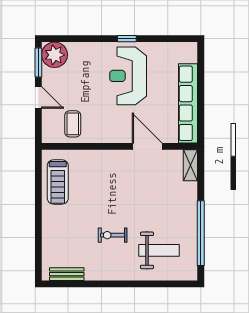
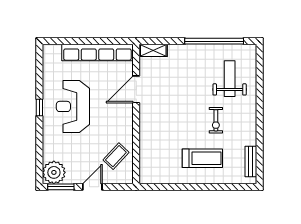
reception desk: (128, 76) -> (73, 106), turned 90
coffee table: (73, 124) -> (116, 156), turned -47
treadmill: (58, 182) -> (202, 158), moved

